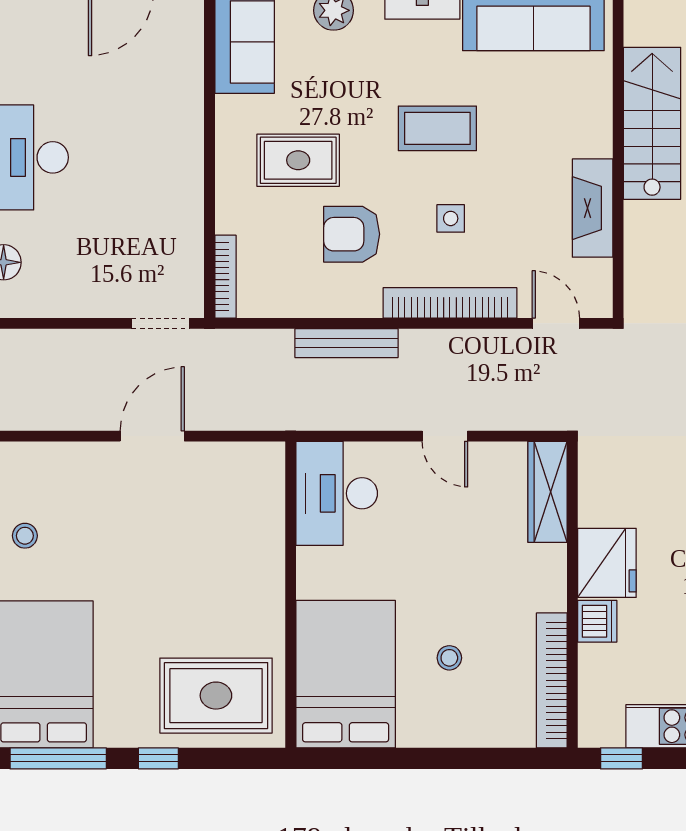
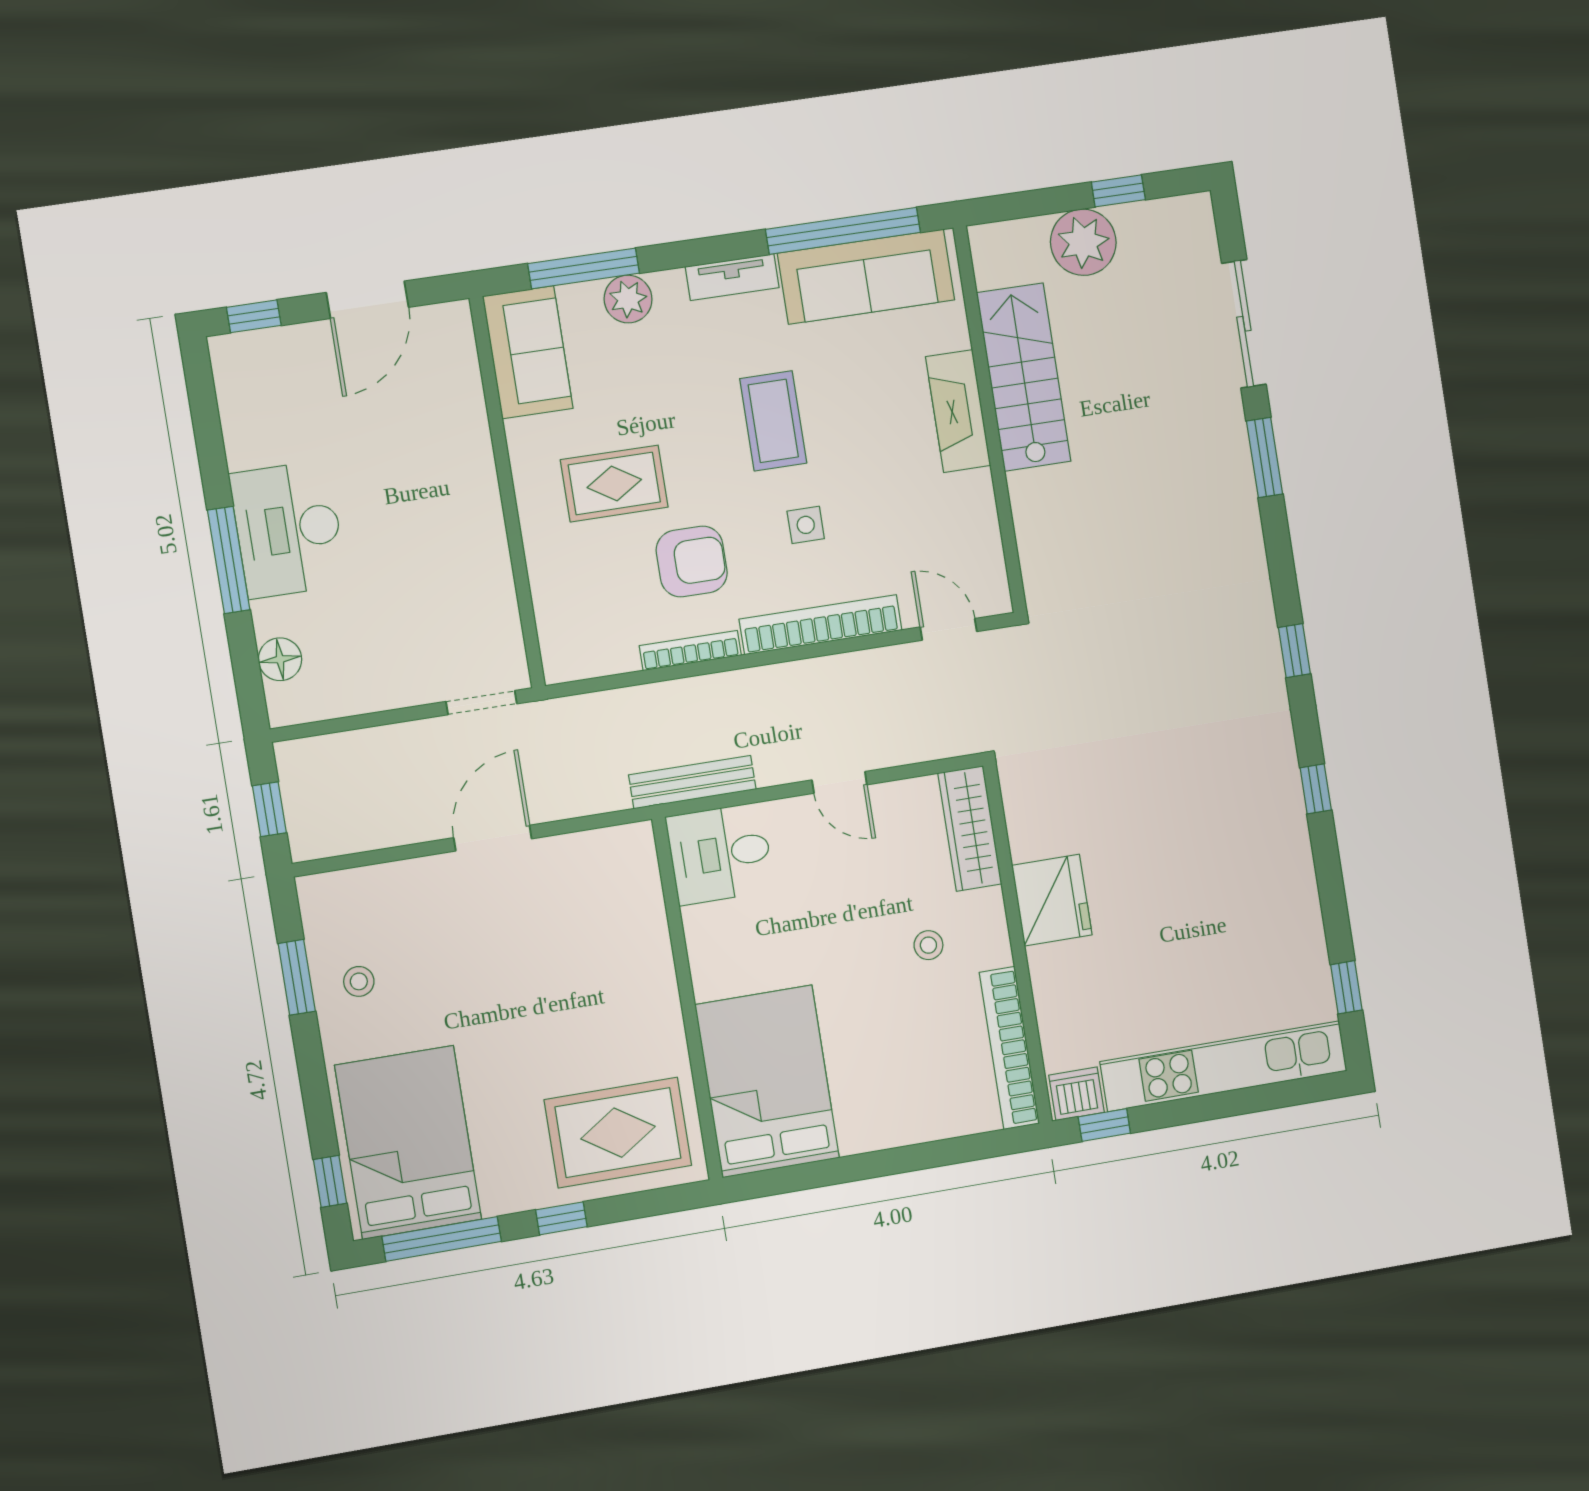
coffee table: (437, 128) -> (773, 421), turned 90
fireplace: (593, 208) -> (958, 411), moved
armchair: (352, 234) -> (692, 562), turned 180
bookcase: (225, 277) -> (690, 651), moved, turned -90
bench: (346, 343) -> (692, 782), moved
desk: (337, 493) -> (720, 854), width x0.73
dishwasher: (597, 621) -> (1077, 1094), moved, turned -90
stool: (449, 658) -> (928, 945), moved

